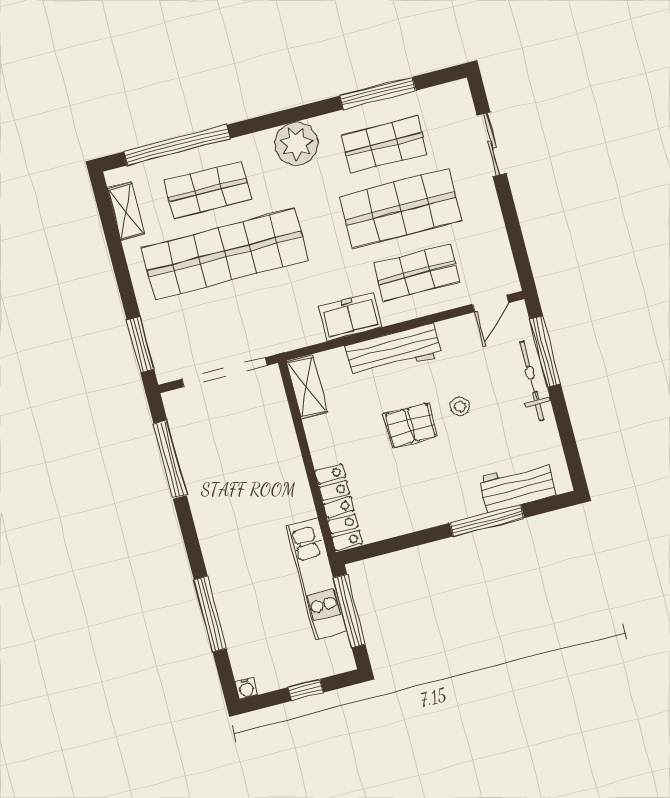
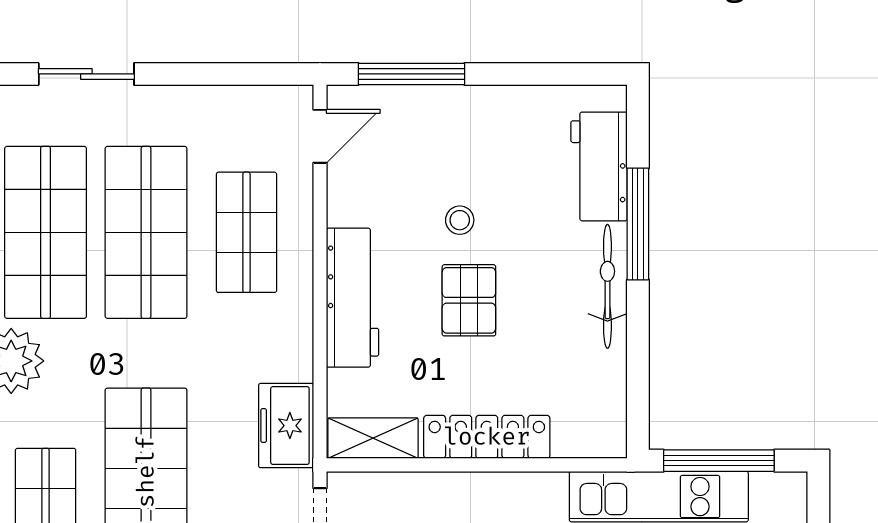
shop shelf: (384, 144) -> (46, 232), width x1.43, depth x1.36
door: (490, 303) -> (320, 136), hinge flipped
freezer: (350, 317) -> (286, 426), moved
bicycle: (532, 381) -> (607, 286), moved, turned 90
locker: (339, 507) -> (487, 437), moved

